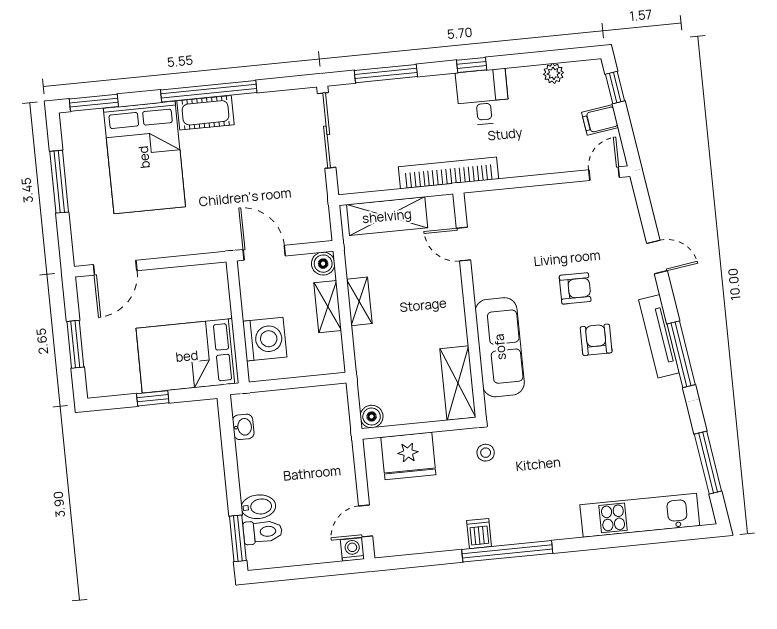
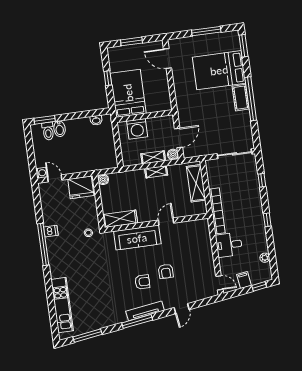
window: (386, 74) -> (262, 180), width x0.46
desk: (483, 97) -> (229, 245), moved, turned 180
door: (464, 244) -> (166, 222), moved
door: (264, 253) -> (178, 138), moved
fridge: (408, 456) -> (81, 187), moved, turned -90

